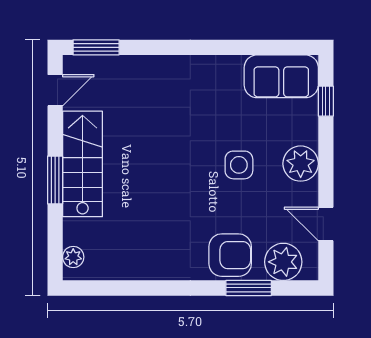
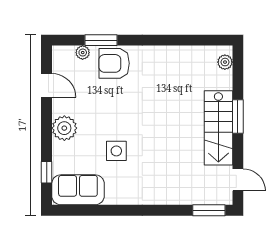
door: (55, 90) -> (238, 180), swing flipped
side table: (239, 165) -> (116, 151), moved
plant: (283, 262) -> (83, 53), width x0.53, depth x0.53

